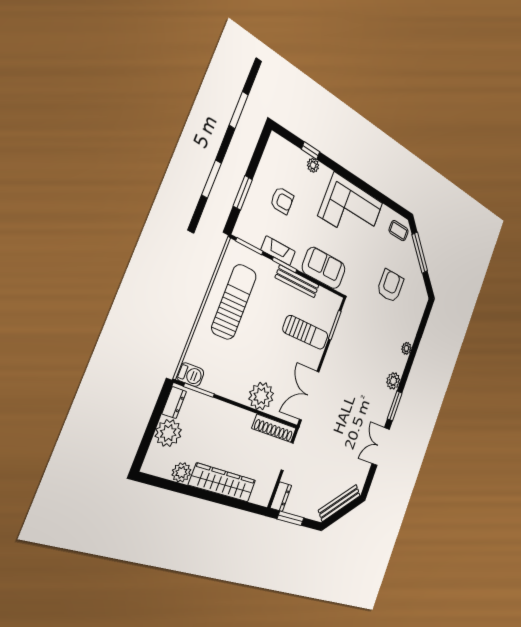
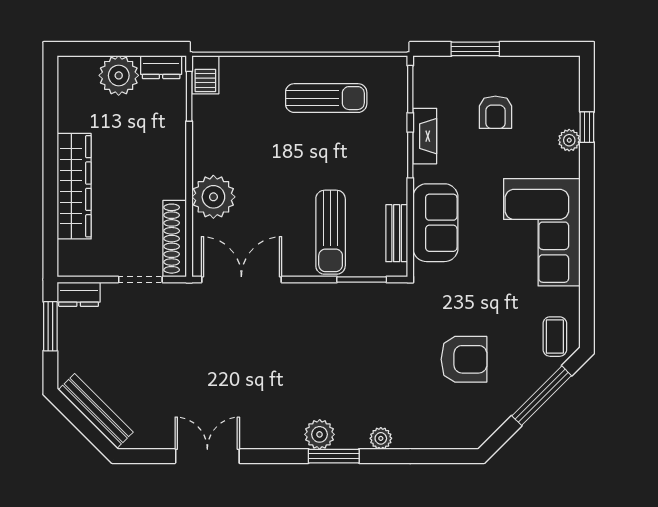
bench: (297, 281) -> (397, 233), moved, width x0.73
sun lounger: (234, 302) -> (326, 98), width x0.73, depth x0.75
window: (395, 406) -> (334, 456), moved
plant: (181, 472) -> (72, 117), removed

